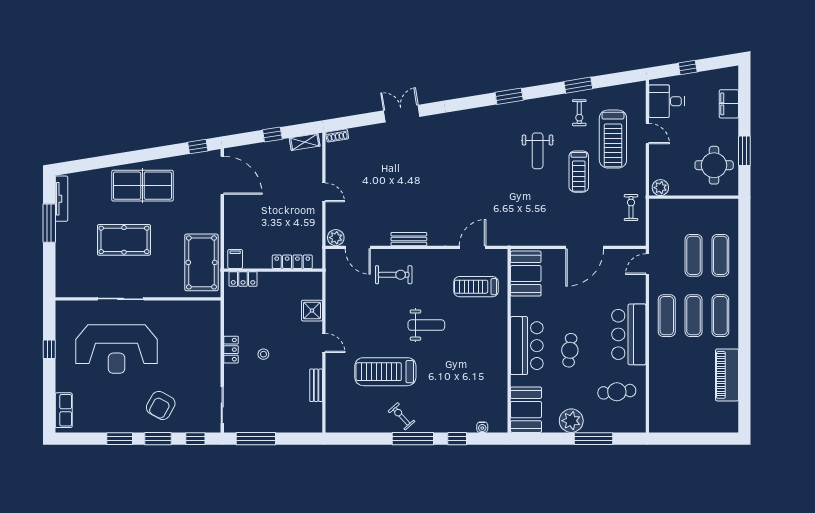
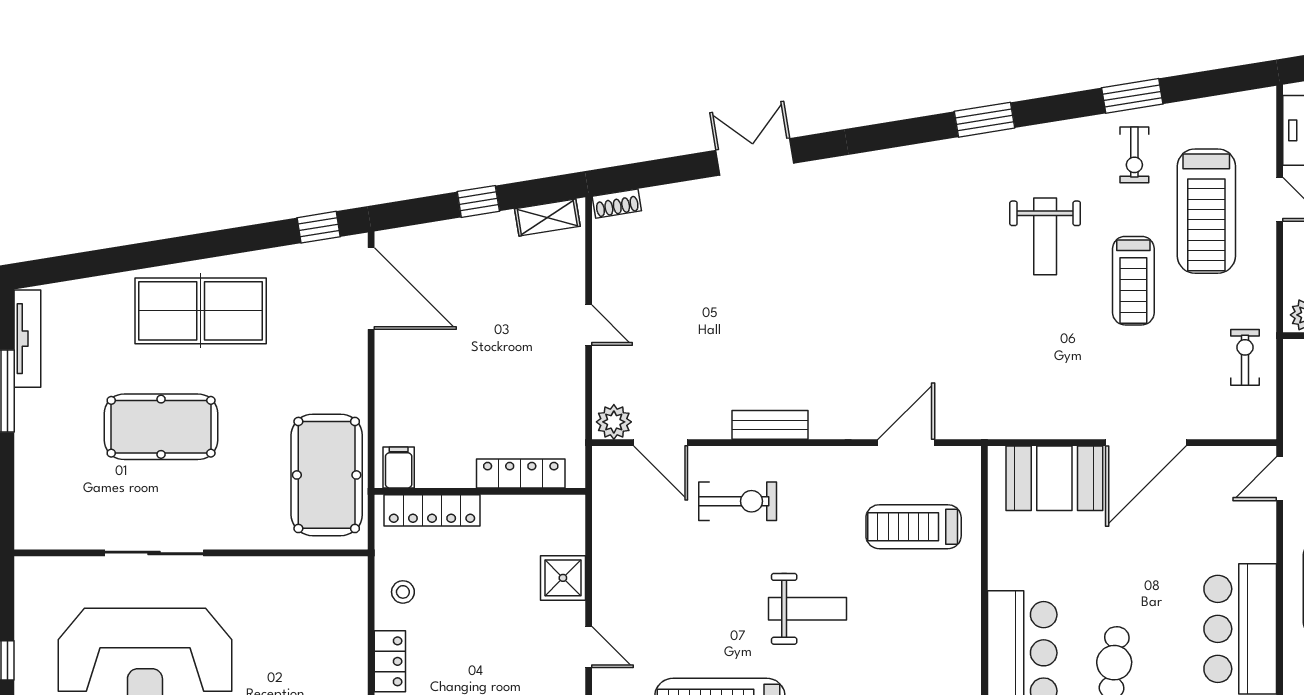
booth: (526, 274) -> (1054, 478), moved, turned 90
locker: (243, 279) -> (432, 510), width x1.53
stool: (263, 354) -> (403, 592), moved

